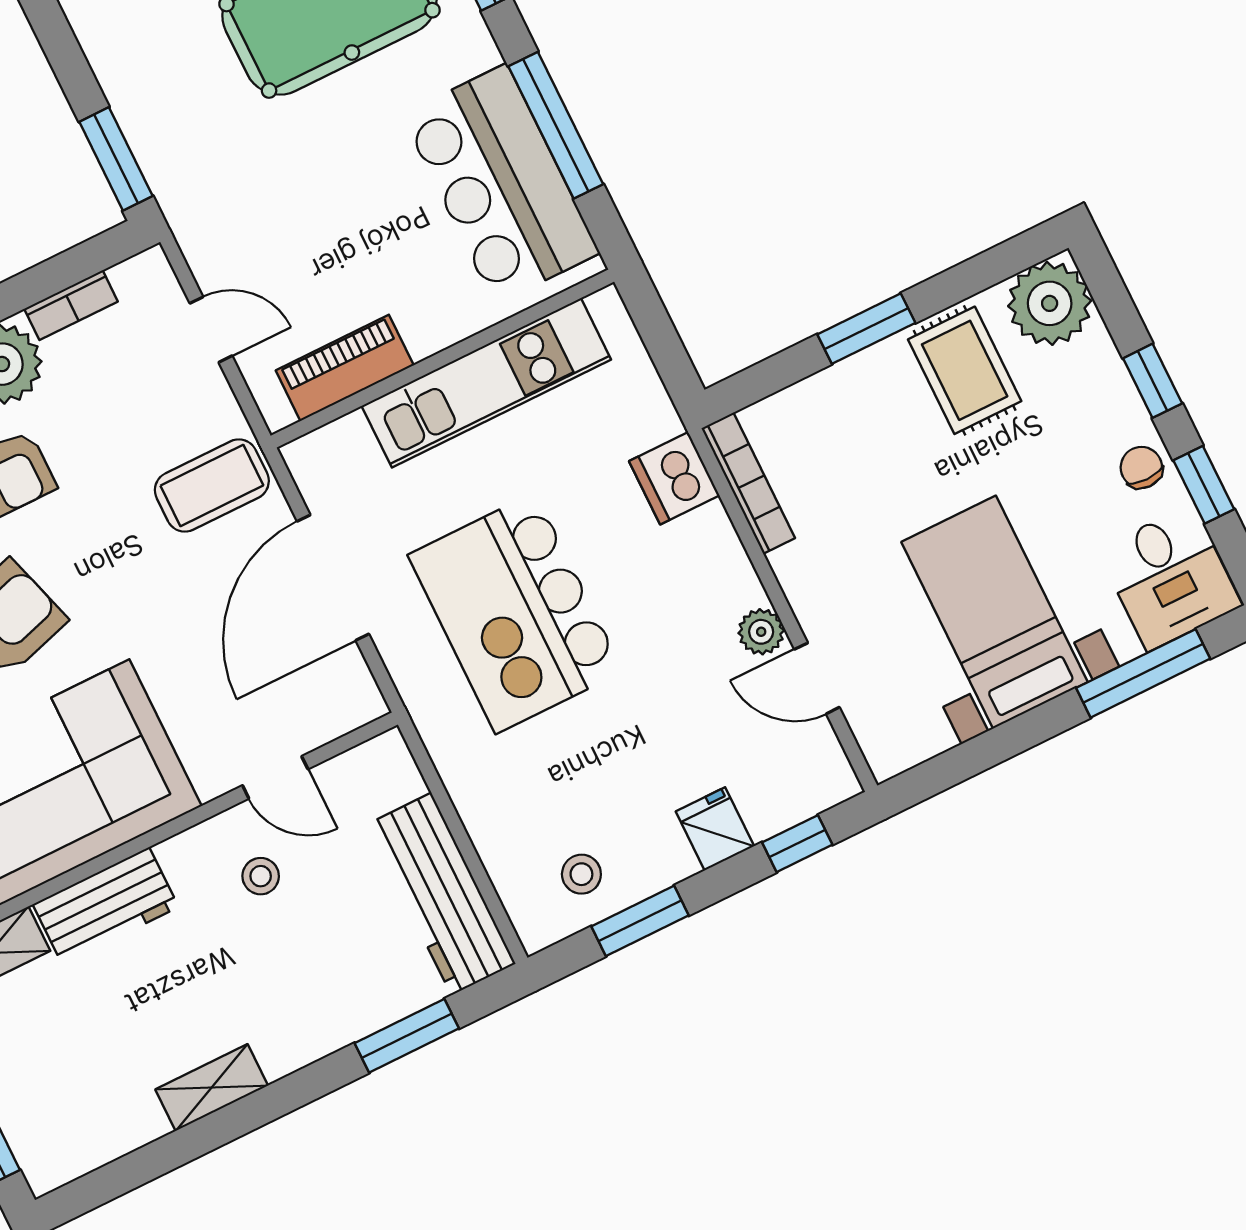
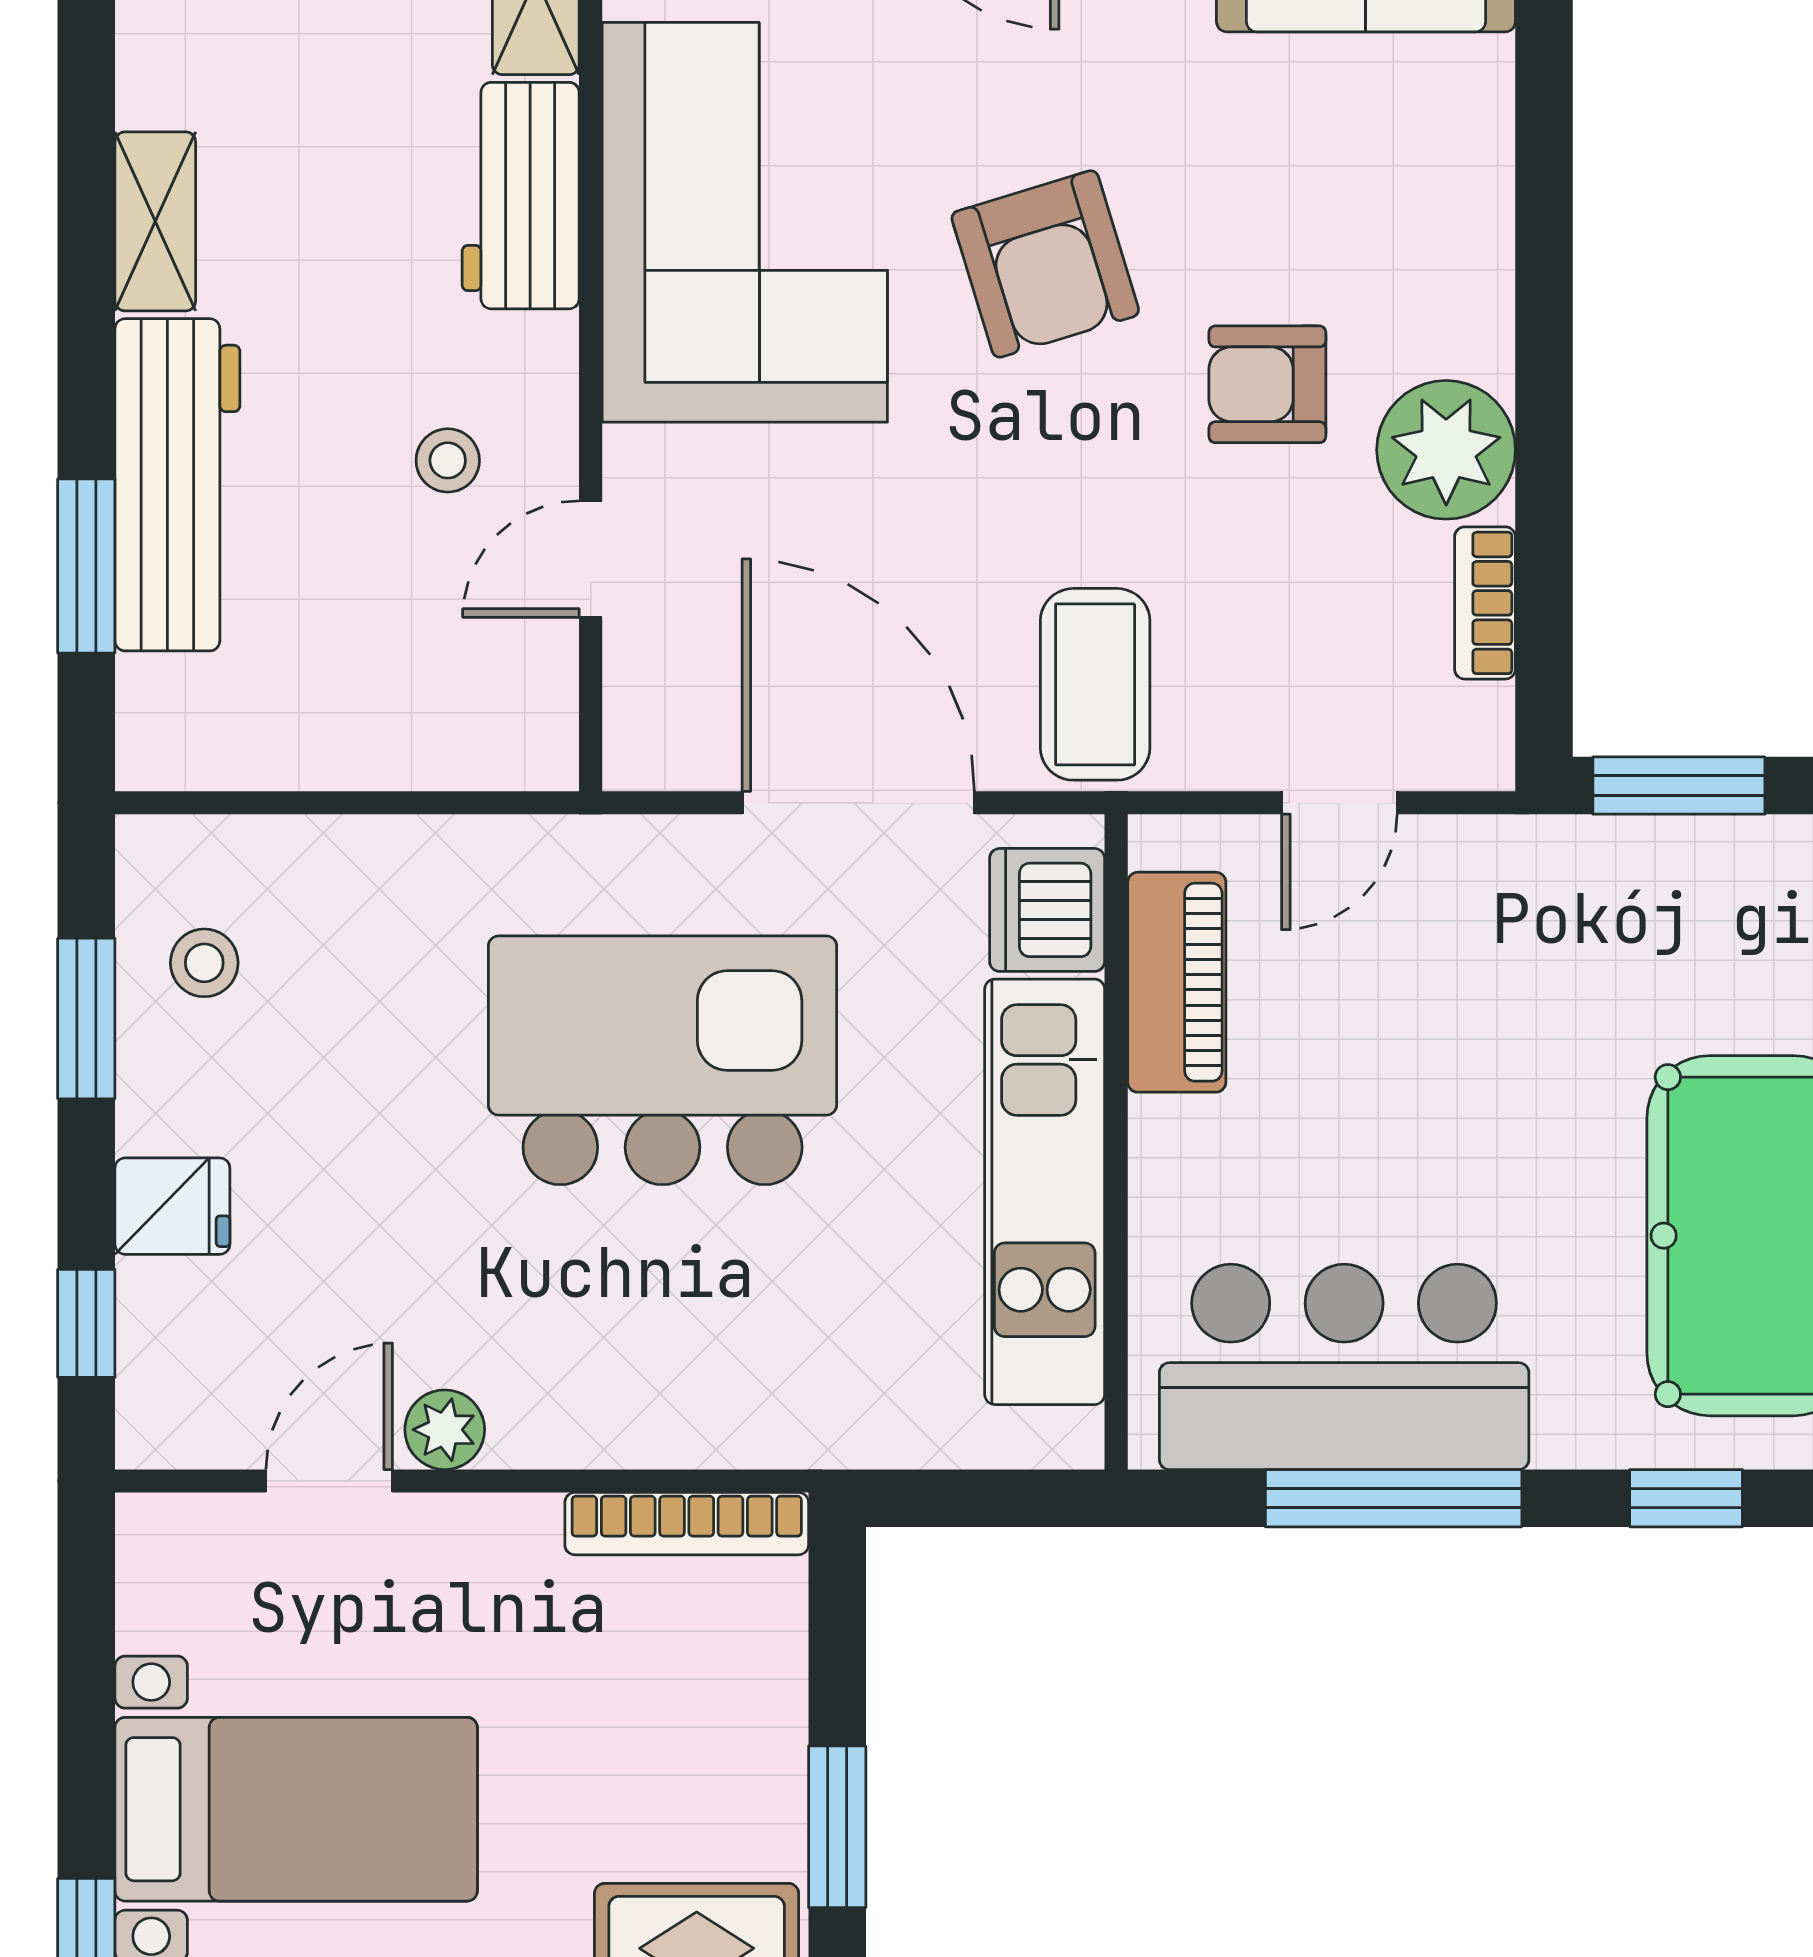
dishwasher: (674, 478) -> (1047, 910), moved, turned -90
workbench: (441, 894) -> (177, 485), moved, turned 90

